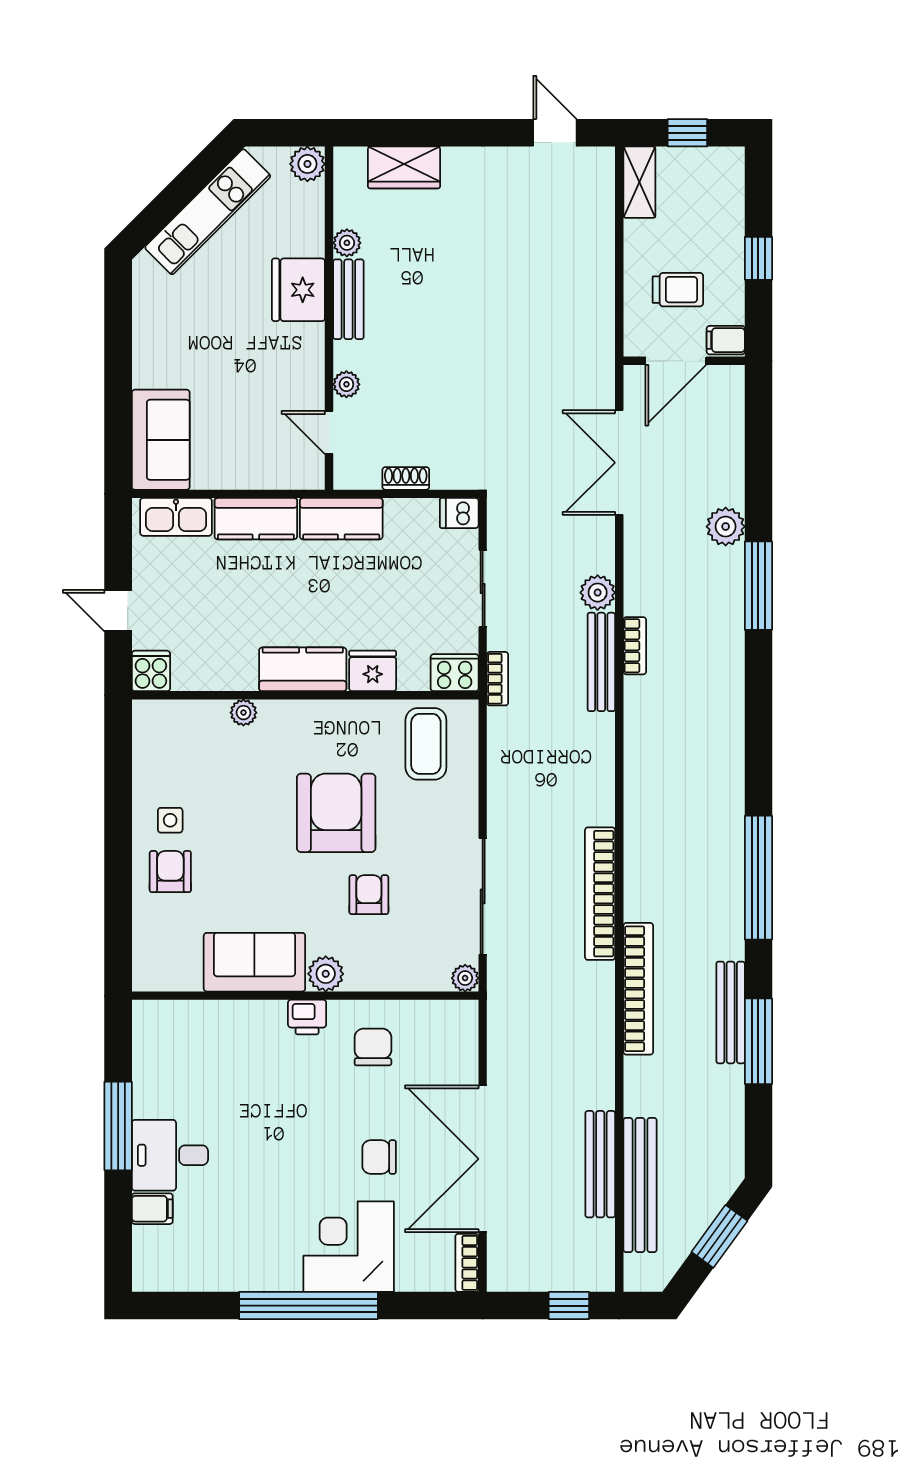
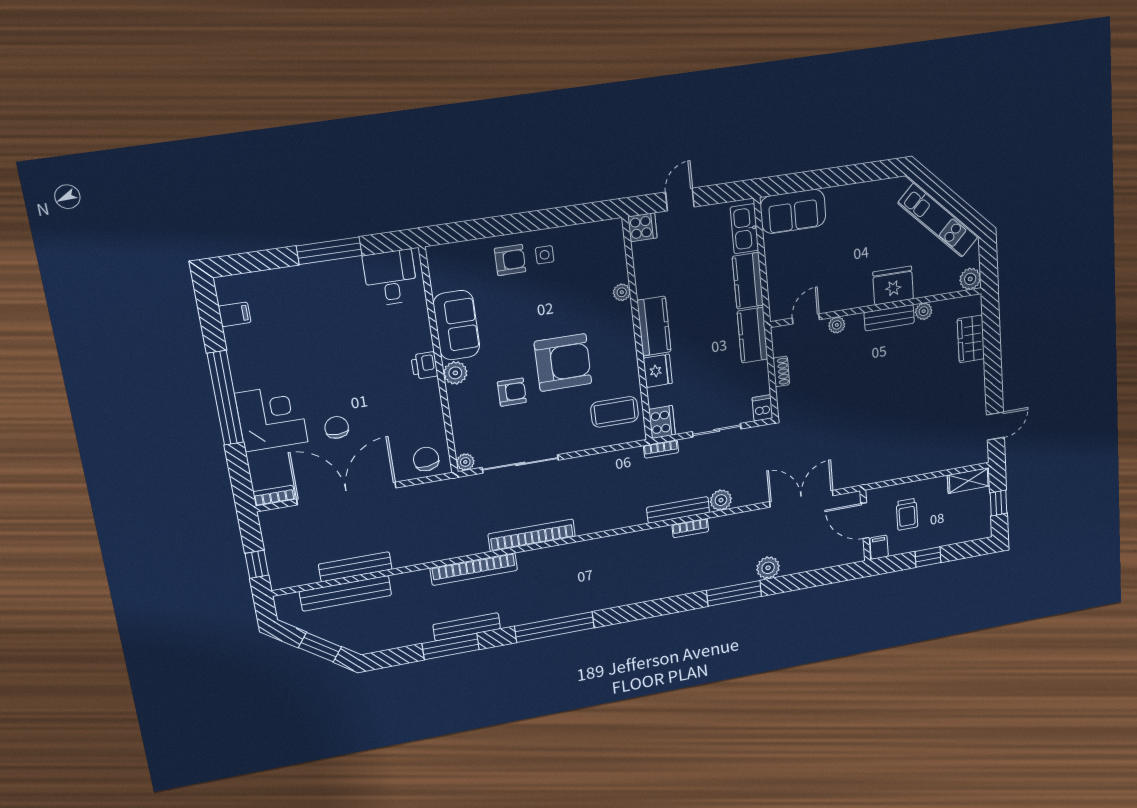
chair: (373, 1047) -> (426, 459), moved, turned -97
desk: (170, 1155) -> (390, 278), moved
filing cabinet: (152, 1209) -> (235, 314), moved, turned -90

